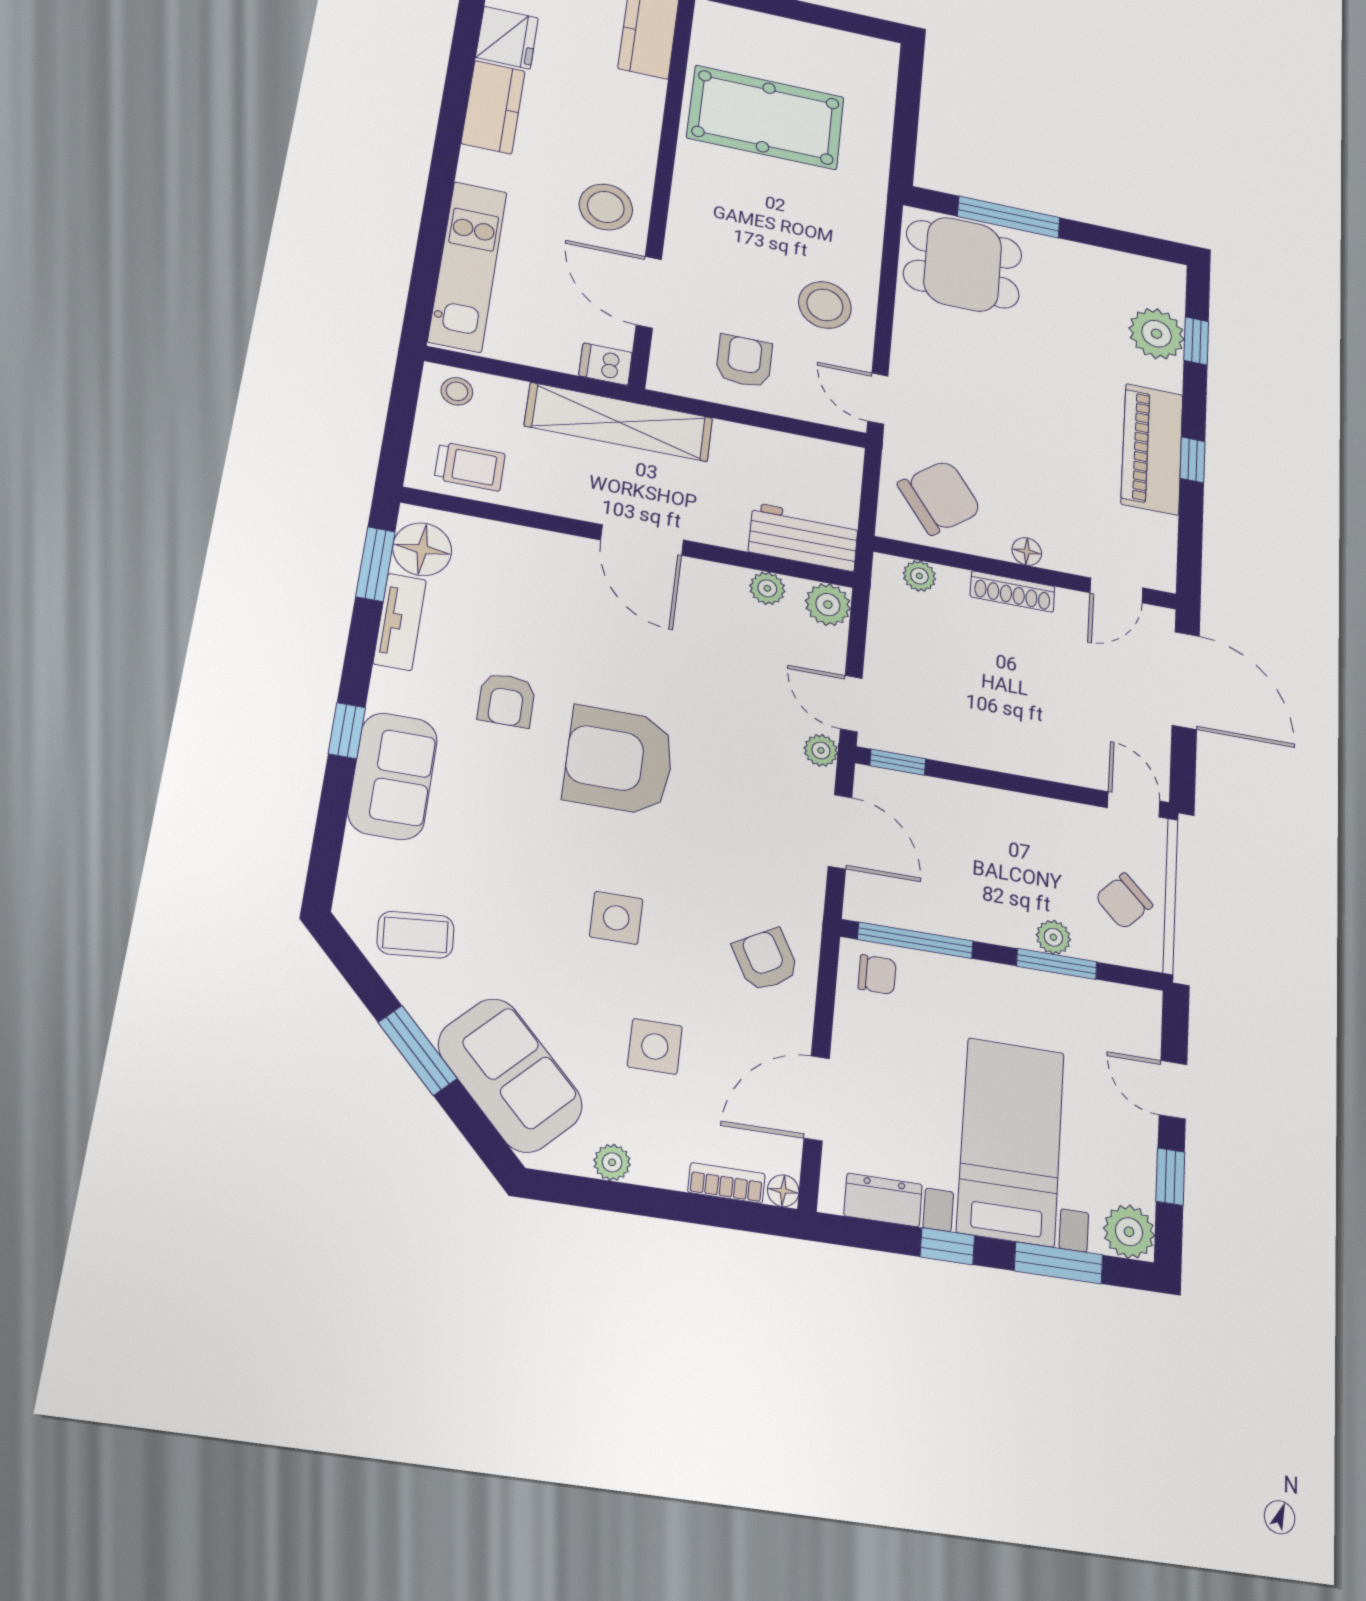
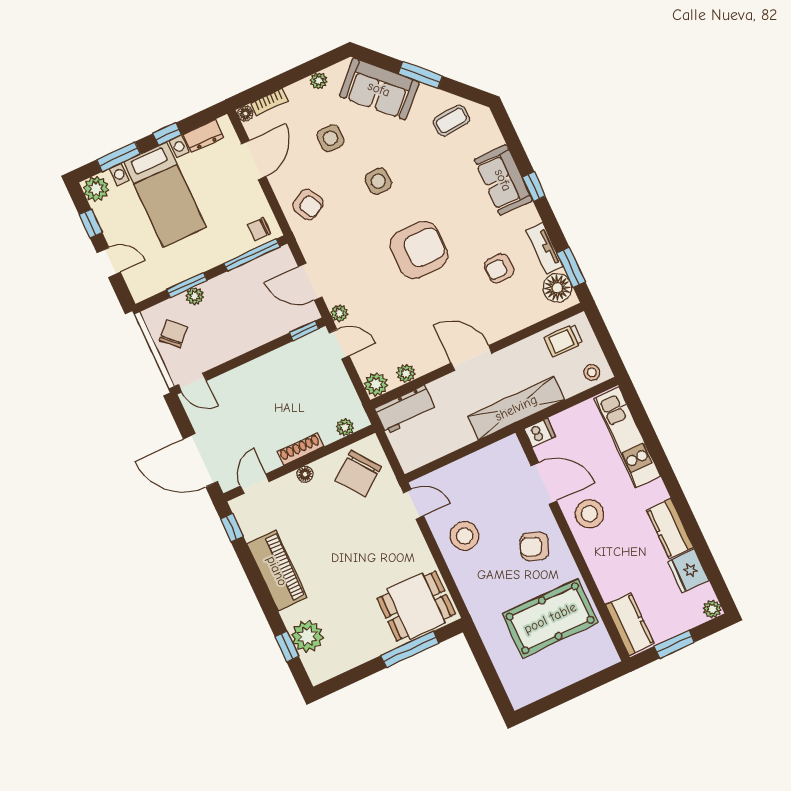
armchair: (744, 361) -> (534, 546), moved, turned 111
window: (1193, 460) -> (232, 528), moved
armchair: (506, 700) -> (499, 268), moved, turned -90

